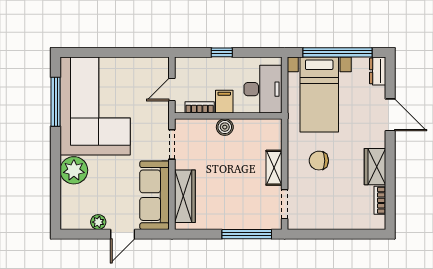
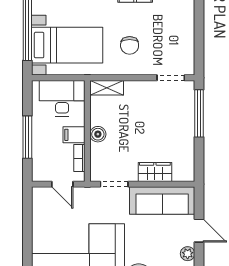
window: (222, 52) -> (27, 137), width x2.17
shelving: (274, 168) -> (107, 88), moved
wardrobe: (185, 196) -> (155, 172), width x0.67

